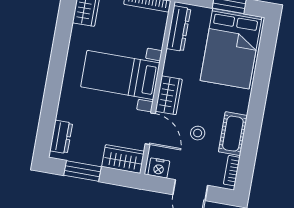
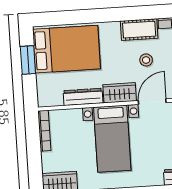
dresser: (179, 29) -> (83, 97), moved

